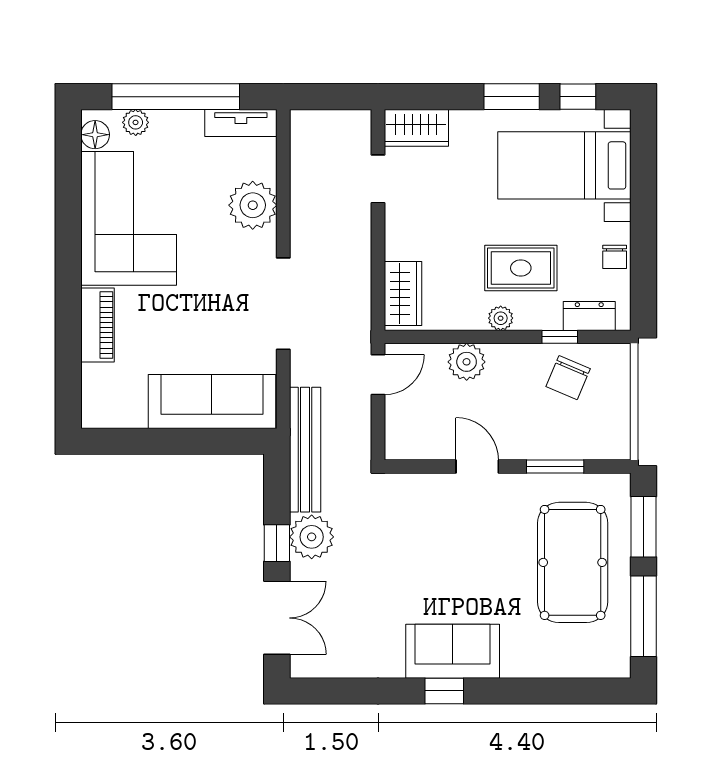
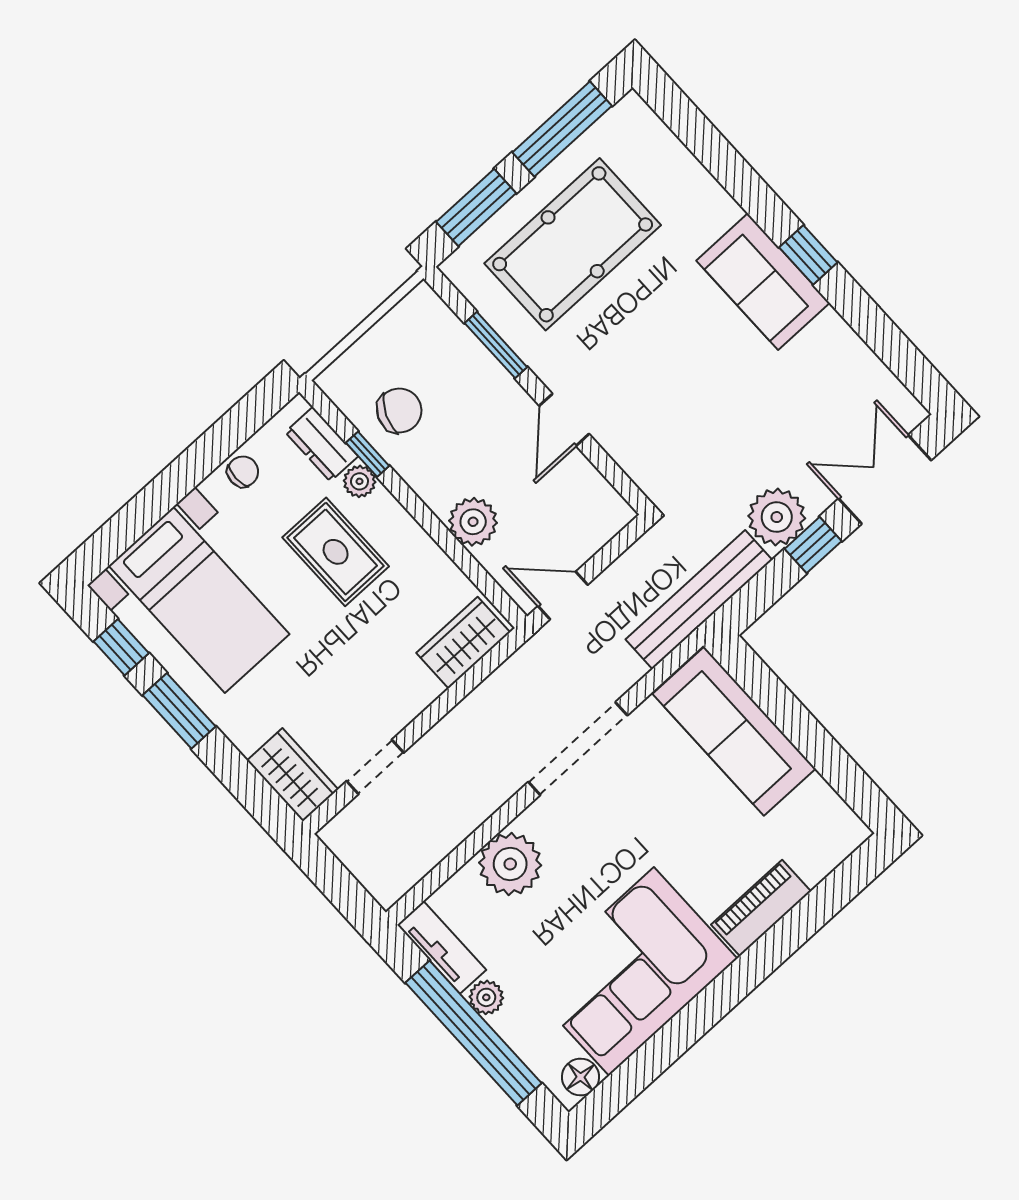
plant: (136, 122) -> (486, 997), moved
plant: (501, 318) -> (360, 481), moved

